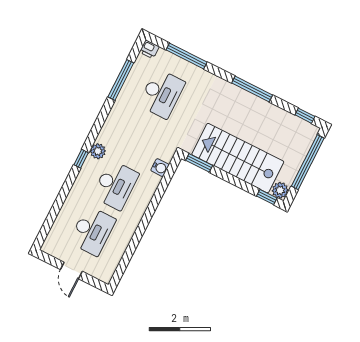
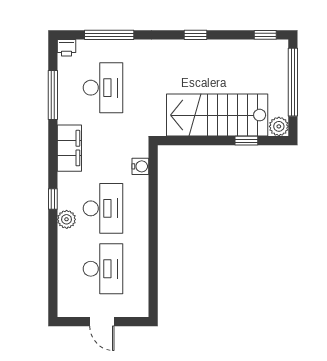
window: (252, 89) -> (196, 35), width x0.46
filing cabinet: (113, 127) -> (69, 148), added
plant: (98, 151) -> (67, 219), moved
window: (199, 163) -> (179, 141), removed
window: (267, 197) -> (246, 141), moved

